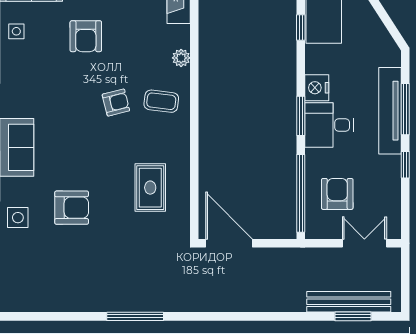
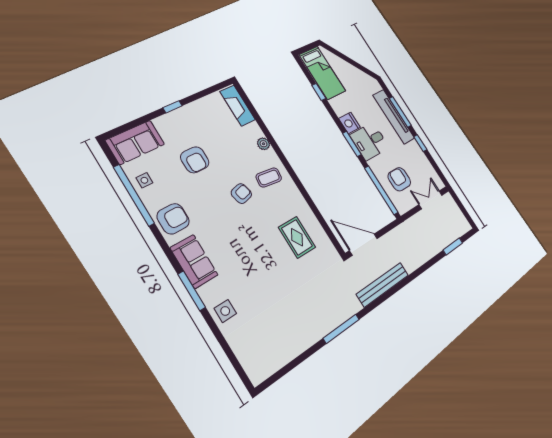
armchair: (72, 208) -> (173, 219), moved
bench: (349, 302) -> (383, 285), moved

